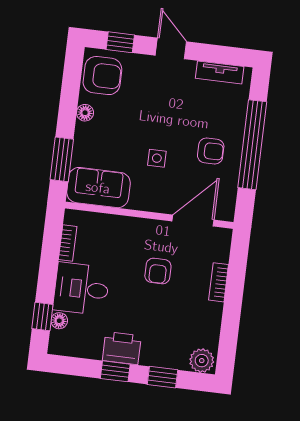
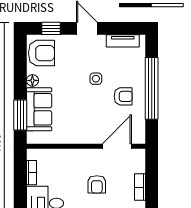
side table: (157, 158) -> (96, 79), moved
sofa: (98, 188) -> (39, 109), moved, turned 90

